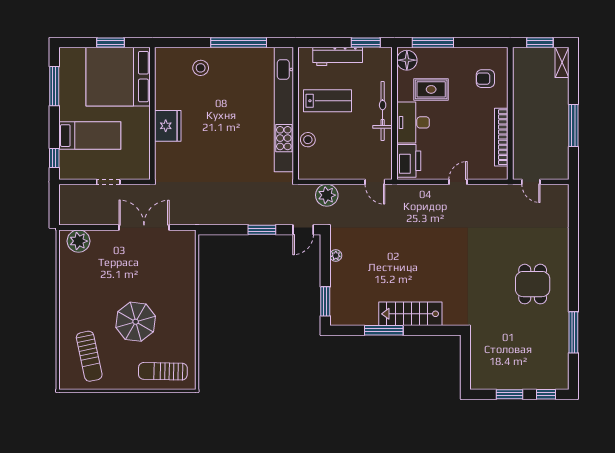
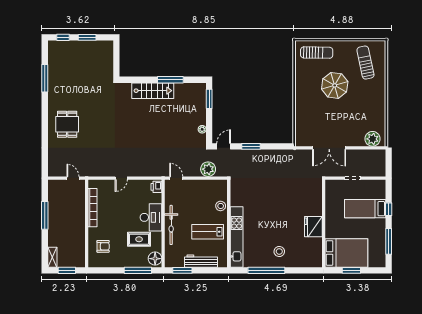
stool: (201, 68) -> (279, 251), moved
bed: (118, 77) -> (346, 253), width x0.73
kitchen unit: (284, 109) -> (237, 237), width x0.73
fridge: (168, 126) -> (313, 227), moved
window: (54, 158) -> (389, 209), moved
printer: (409, 161) -> (156, 187), width x0.53, depth x0.68
dining table: (533, 284) -> (67, 124), moved

